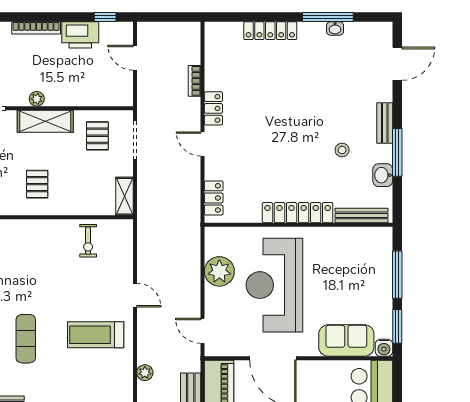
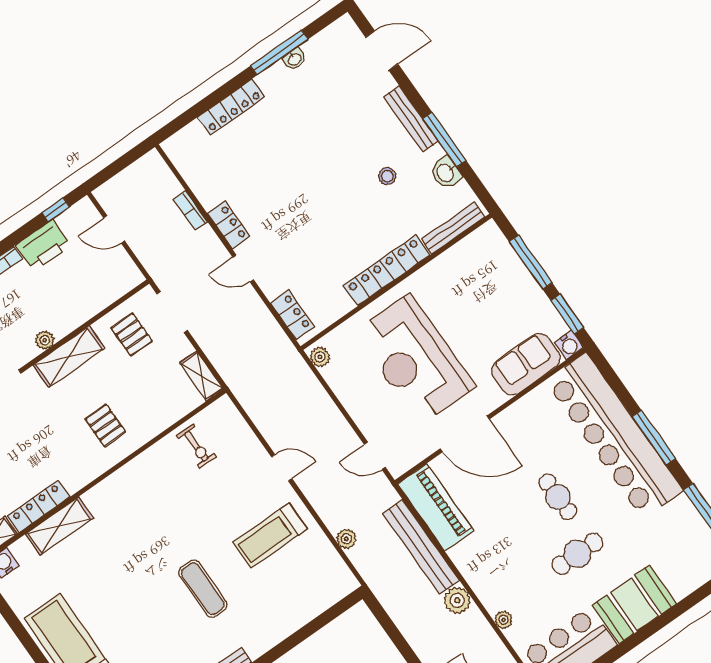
door: (397, 64) -> (382, 51), hinge flipped
bench: (385, 123) -> (411, 119), width x1.36
plant: (219, 271) -> (320, 357), moved, width x0.53, depth x0.53

